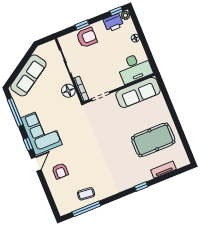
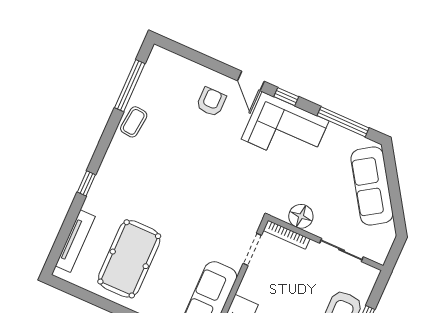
tv unit: (163, 170) -> (75, 241), width x1.41
armchair: (60, 171) -> (211, 102), turned 90
coffee table: (86, 194) -> (134, 122), moved

